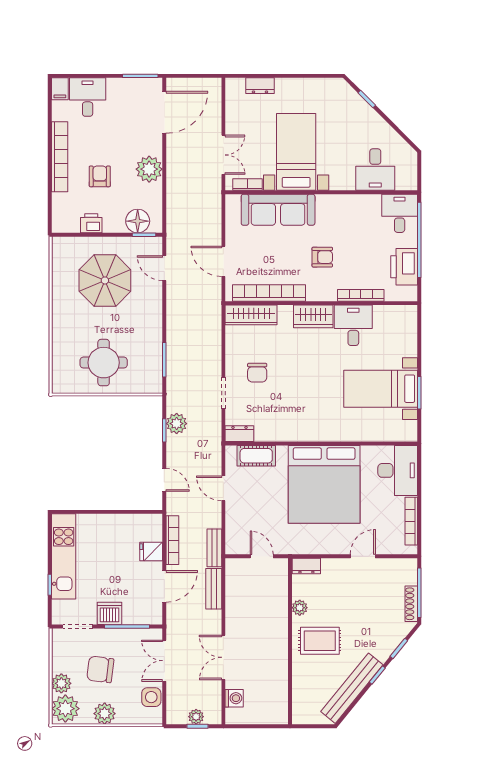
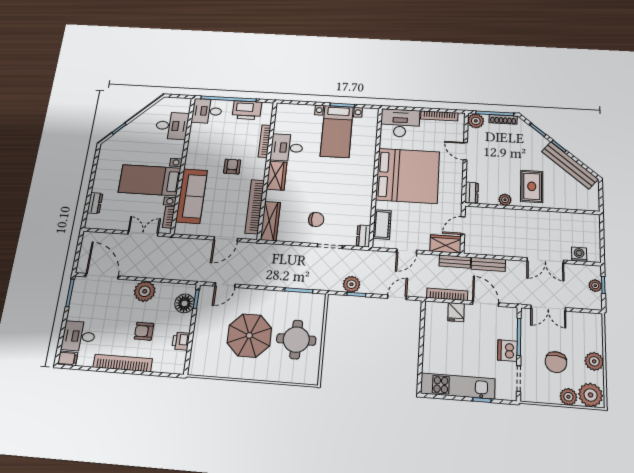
parasol: (105, 280) -> (249, 335), moved
wardrobe: (236, 536) -> (445, 244), added
plant: (407, 569) -> (476, 121), added
side table: (151, 697) -> (579, 321), removed

